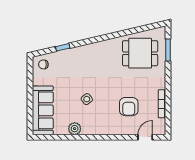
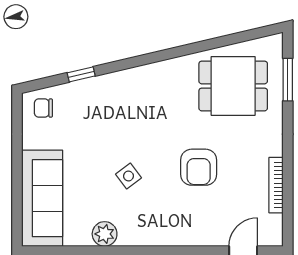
armchair: (129, 107) -> (199, 167), moved

